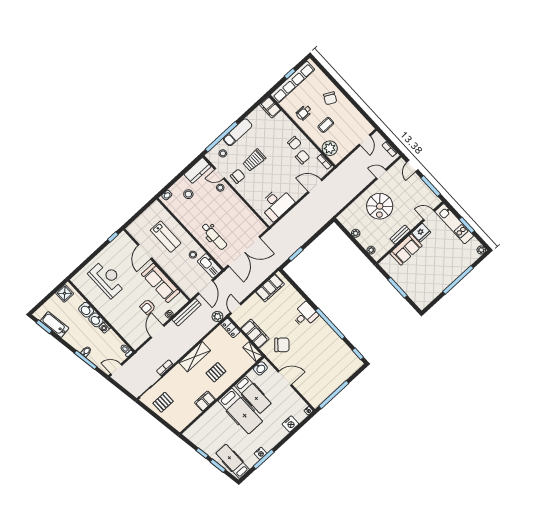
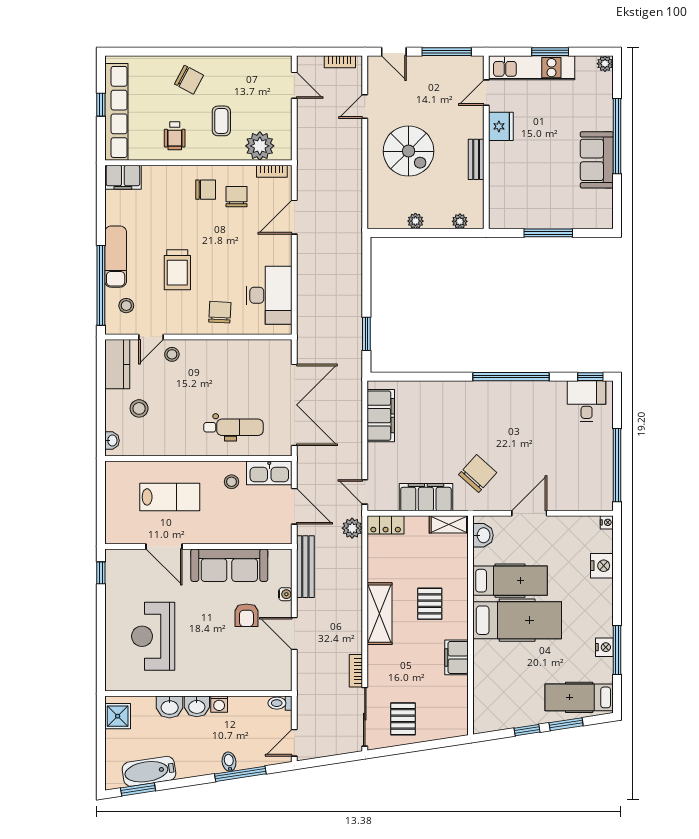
chair: (238, 176) -> (220, 312), moved
sofa: (406, 249) -> (597, 160), moved, turned 180
reception desk: (107, 279) -> (153, 636), turned -90
desk: (305, 315) -> (587, 401), moved

